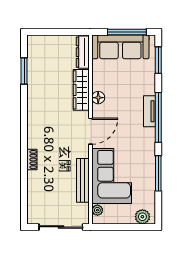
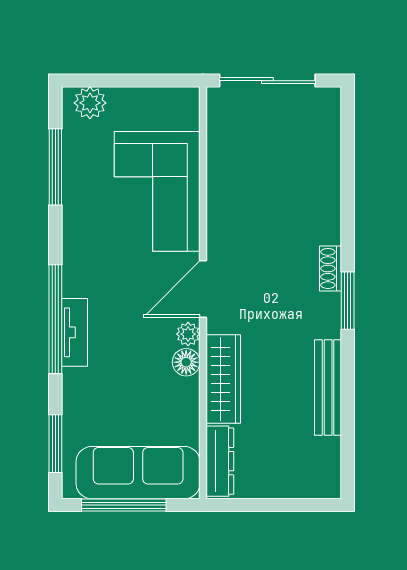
window: (24, 71) -> (348, 301), moved
shoe rack: (32, 160) -> (331, 268), moved
window: (158, 173) -> (55, 167), moved
bench: (83, 180) -> (328, 388), moved
plant: (97, 210) -> (188, 334), moved

